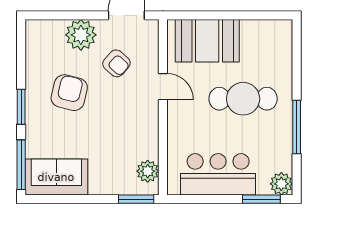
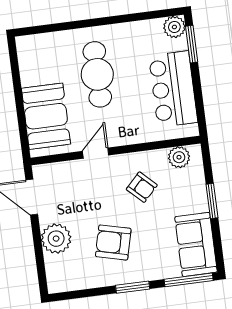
armchair: (116, 63) -> (142, 187), moved, turned 92
window: (297, 127) -> (118, 19), removed
window: (136, 199) -> (212, 201), moved

